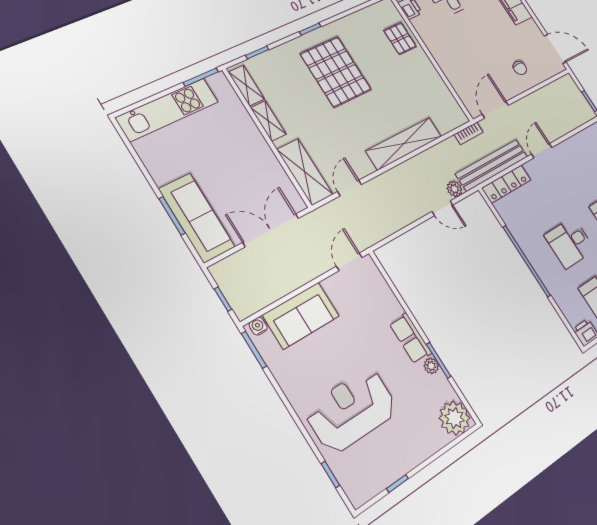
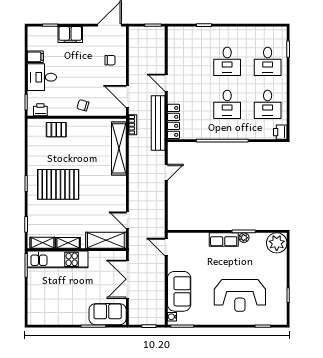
chair: (449, 59) -> (83, 105), added
kitchen unit: (167, 110) -> (58, 259), moved, turned 90
shelving: (404, 144) -> (119, 148), moved
plant: (454, 189) -> (159, 157), removed
sofa: (197, 218) -> (108, 314), width x0.73
reception desk: (352, 410) -> (240, 295), turned -90

